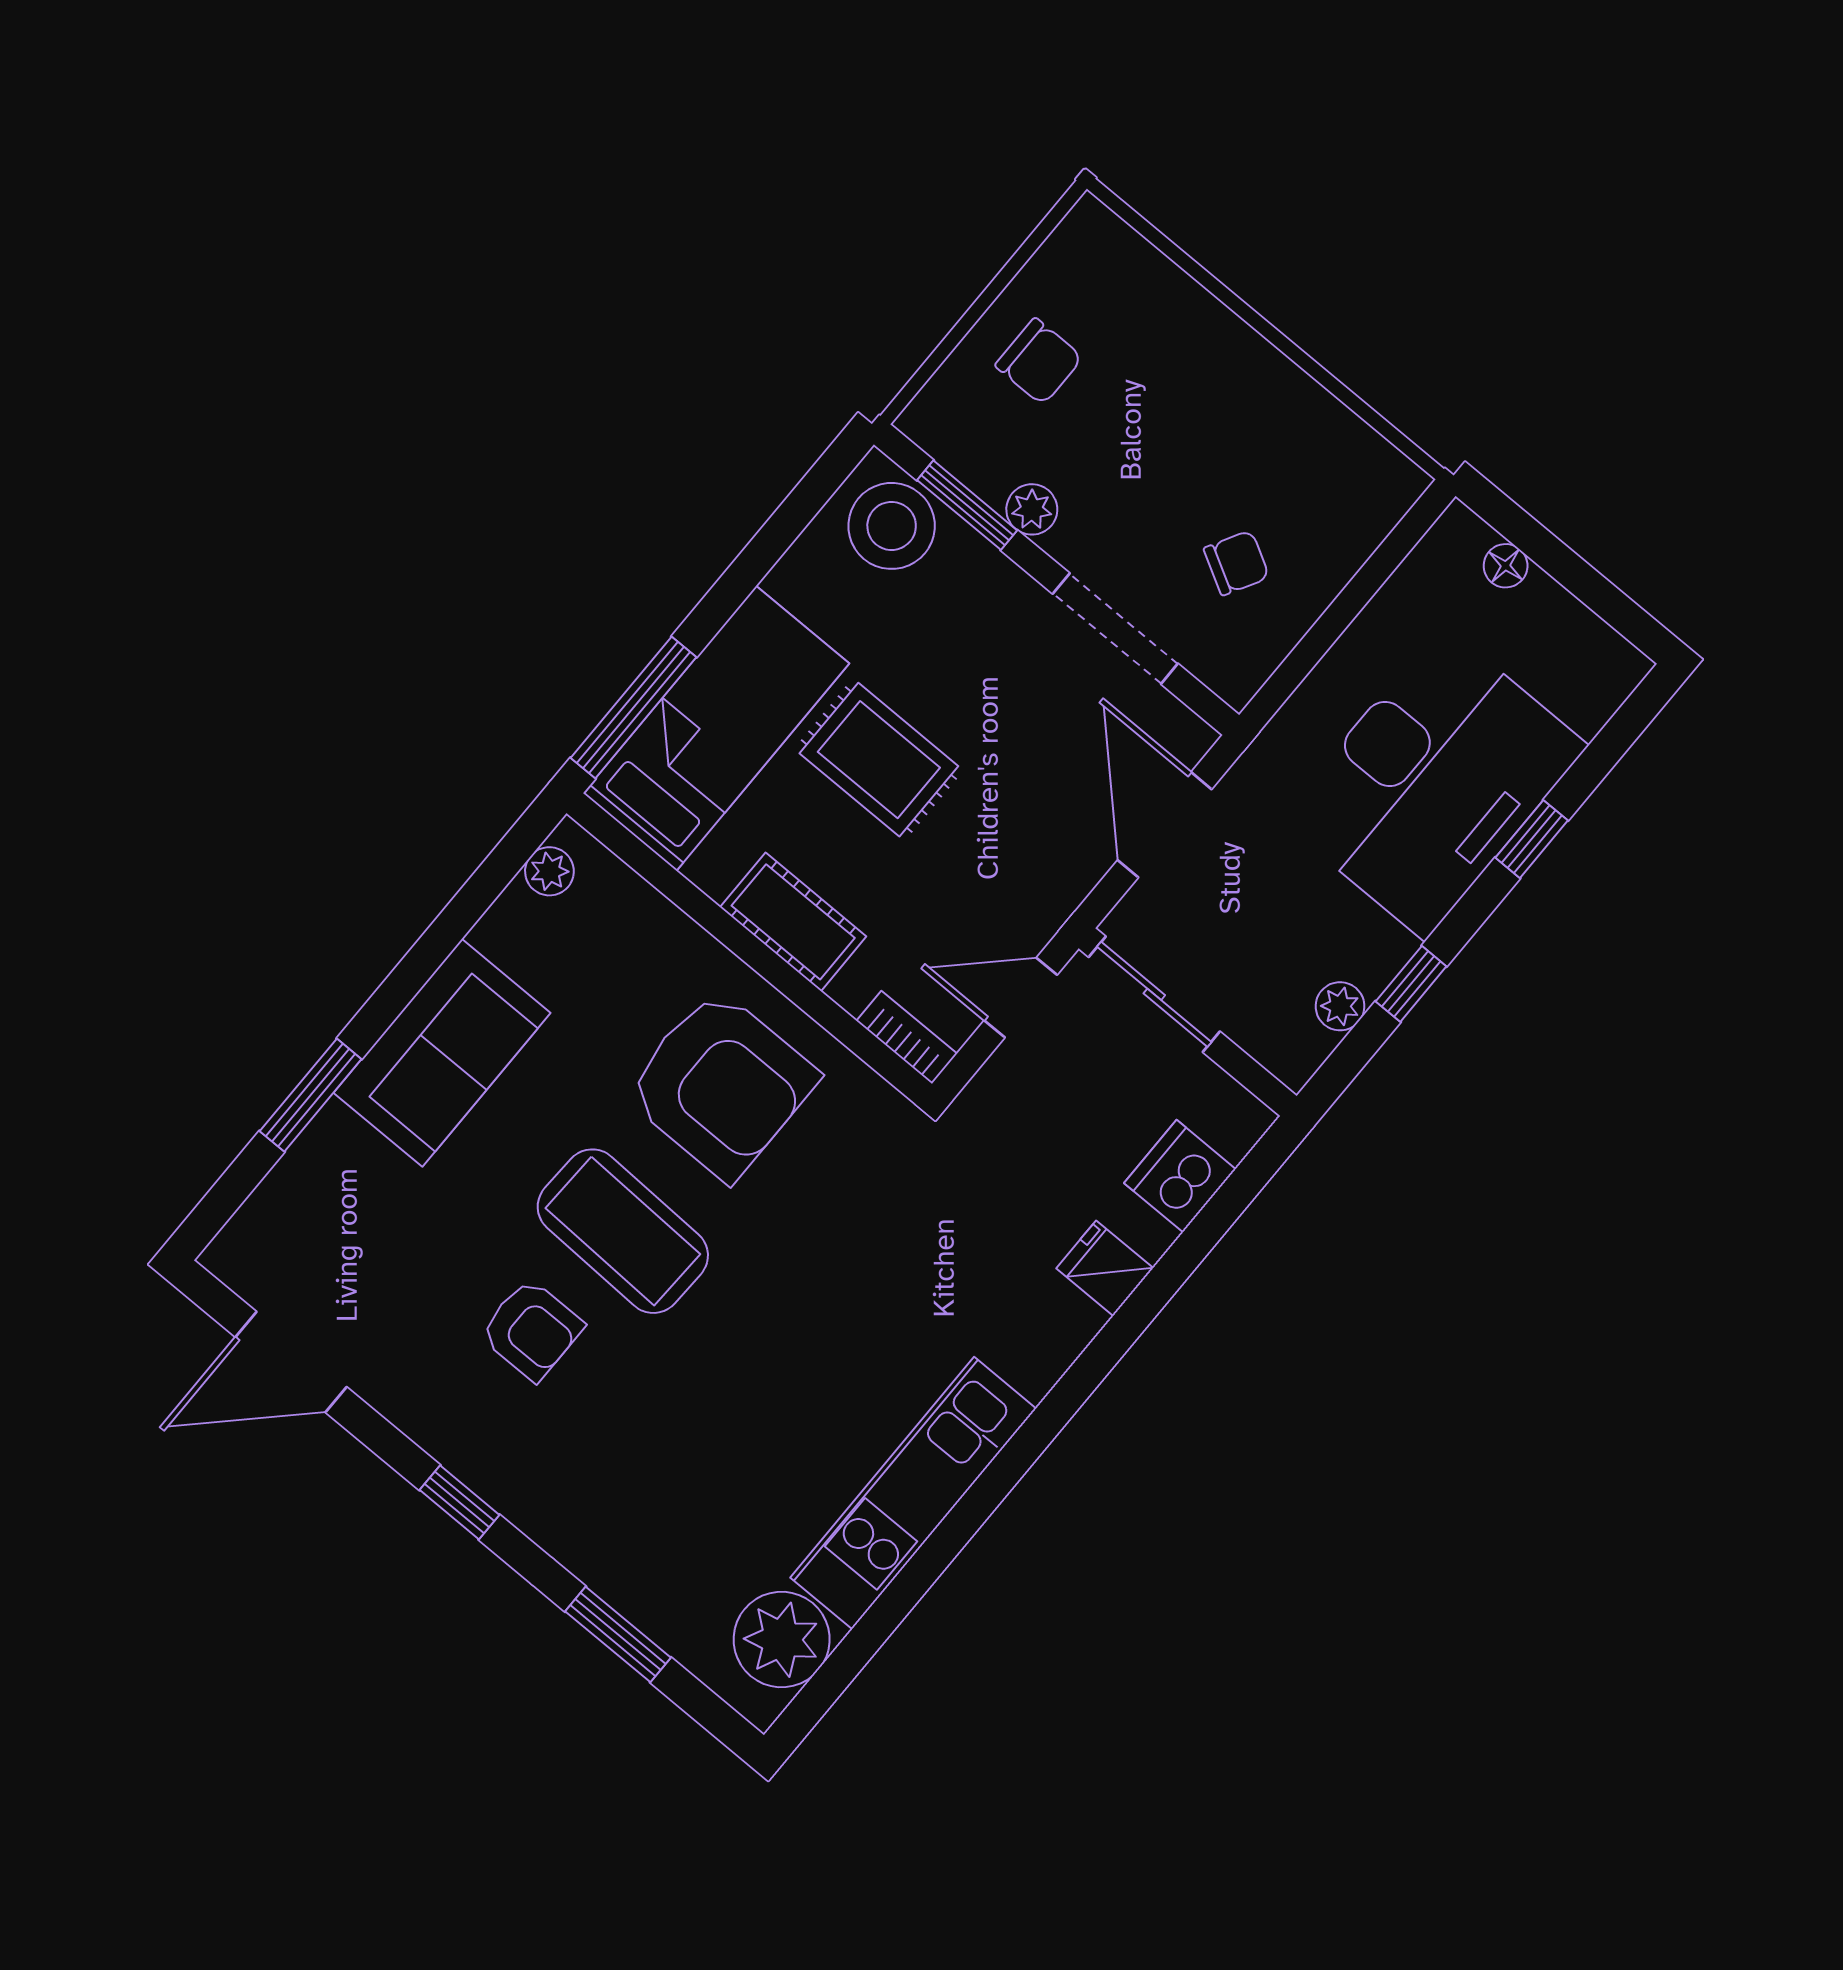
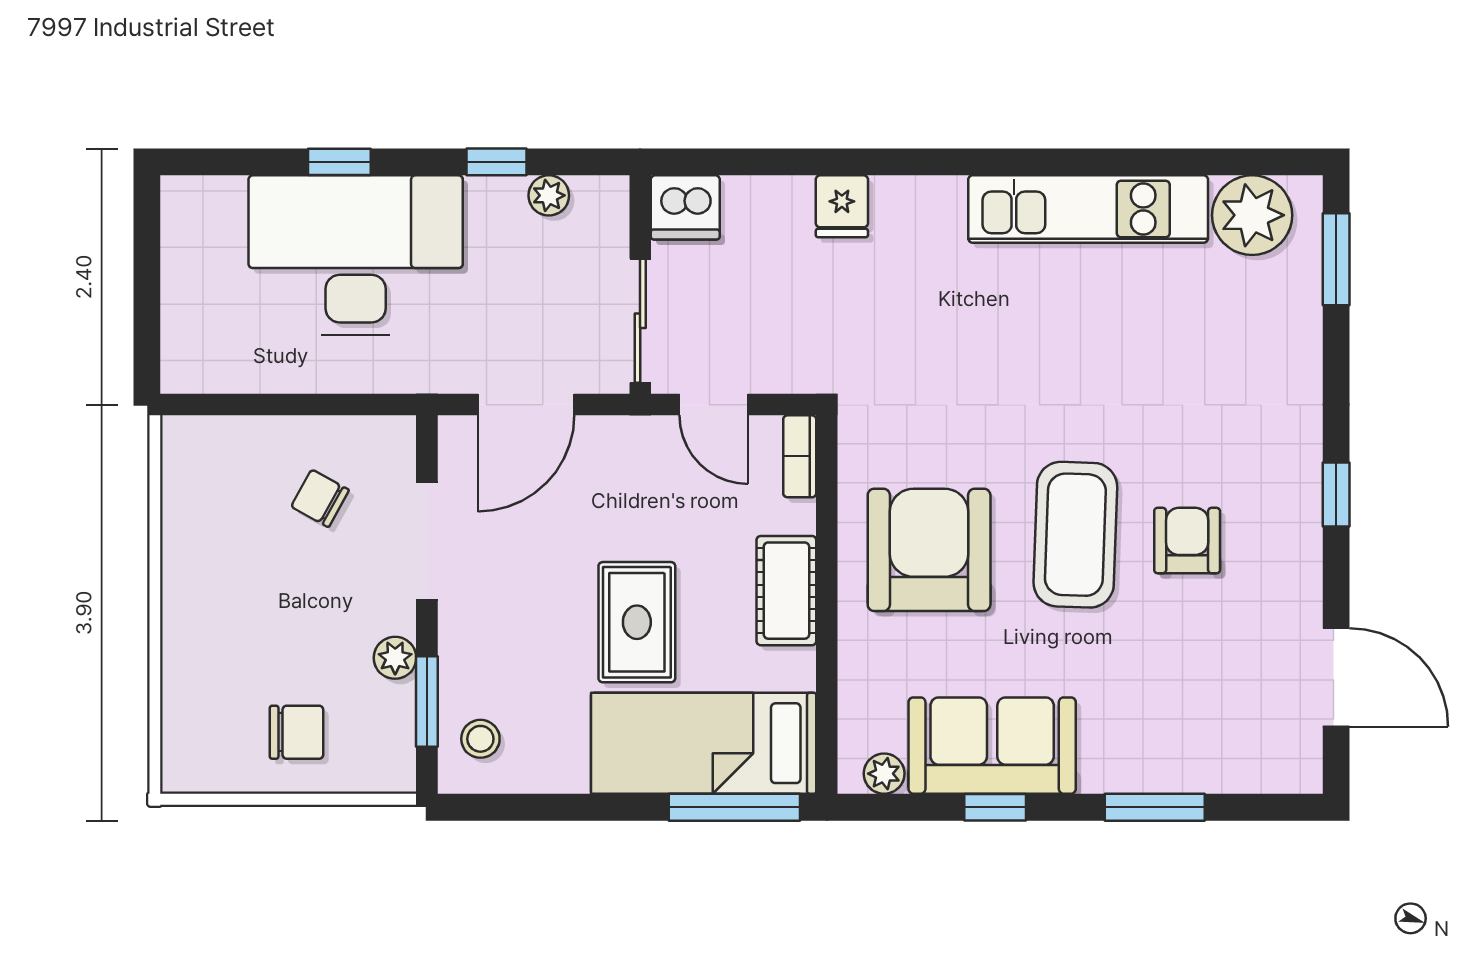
chair: (1039, 361) -> (296, 732), turned 90
stool: (892, 526) -> (480, 739), width x0.53, depth x0.53
floor lamp: (1506, 566) -> (178, 324), removed
window: (433, 948) -> (995, 807), added
sofa: (442, 1053) -> (992, 746), moved
dishwasher: (1180, 1176) -> (685, 207), moved
window: (618, 1634) -> (1336, 259), moved

